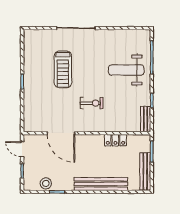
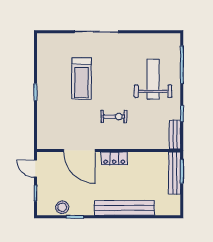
weight bench: (126, 70) -> (153, 79), turned 90
locker: (115, 140) -> (114, 158), moved
bench: (145, 171) -> (175, 173), moved

